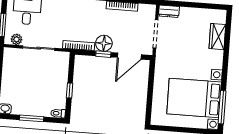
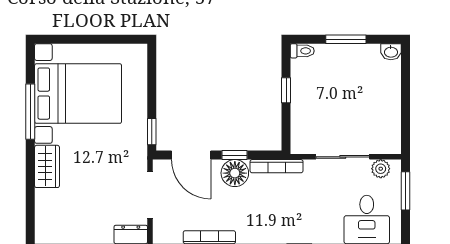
wardrobe: (217, 37) -> (47, 166), moved
door: (129, 56) -> (191, 155), swing flipped
window: (152, 72) -> (152, 132), added
window: (222, 107) -> (30, 112), moved

